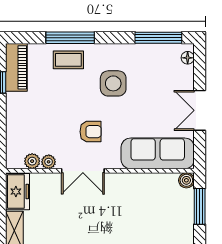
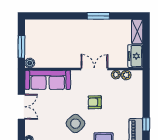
side table: (113, 83) -> (75, 124), turned 45
armchair: (91, 132) -> (95, 102), moved

